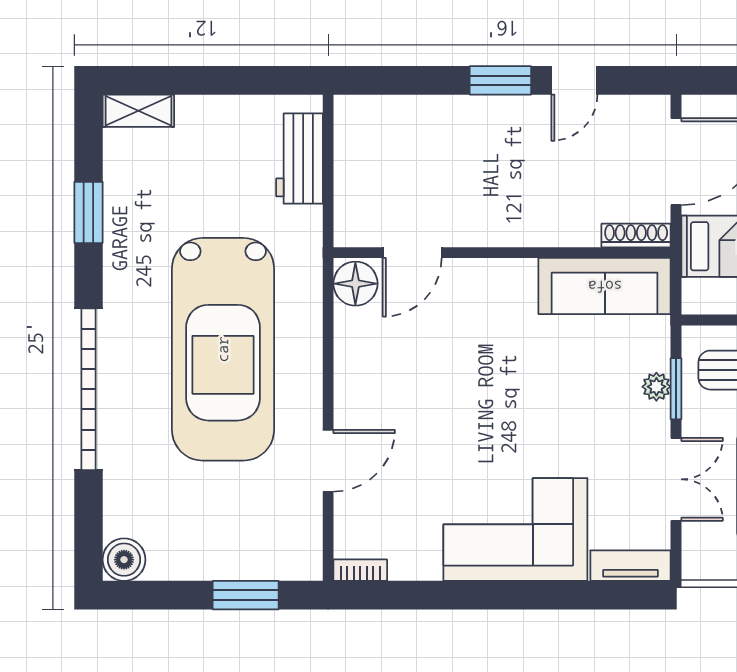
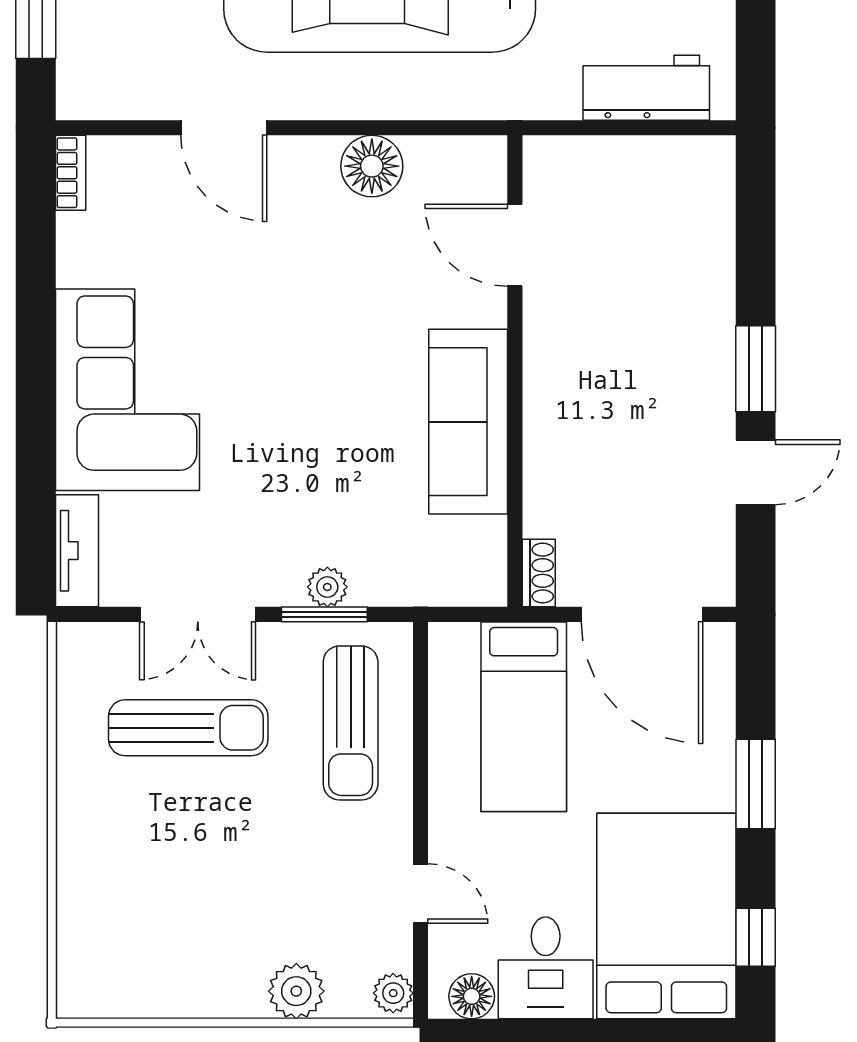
door: (574, 80) -> (756, 472), swing flipped
shoe rack: (636, 235) -> (539, 573), width x0.70
floor lamp: (355, 284) -> (372, 166), moved
sofa: (605, 286) -> (468, 422), moved

